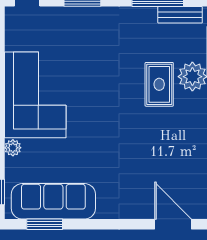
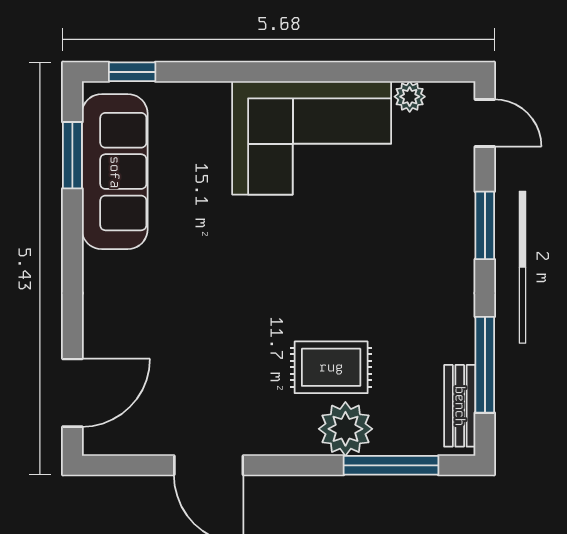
plant: (13, 148) -> (410, 97), moved

